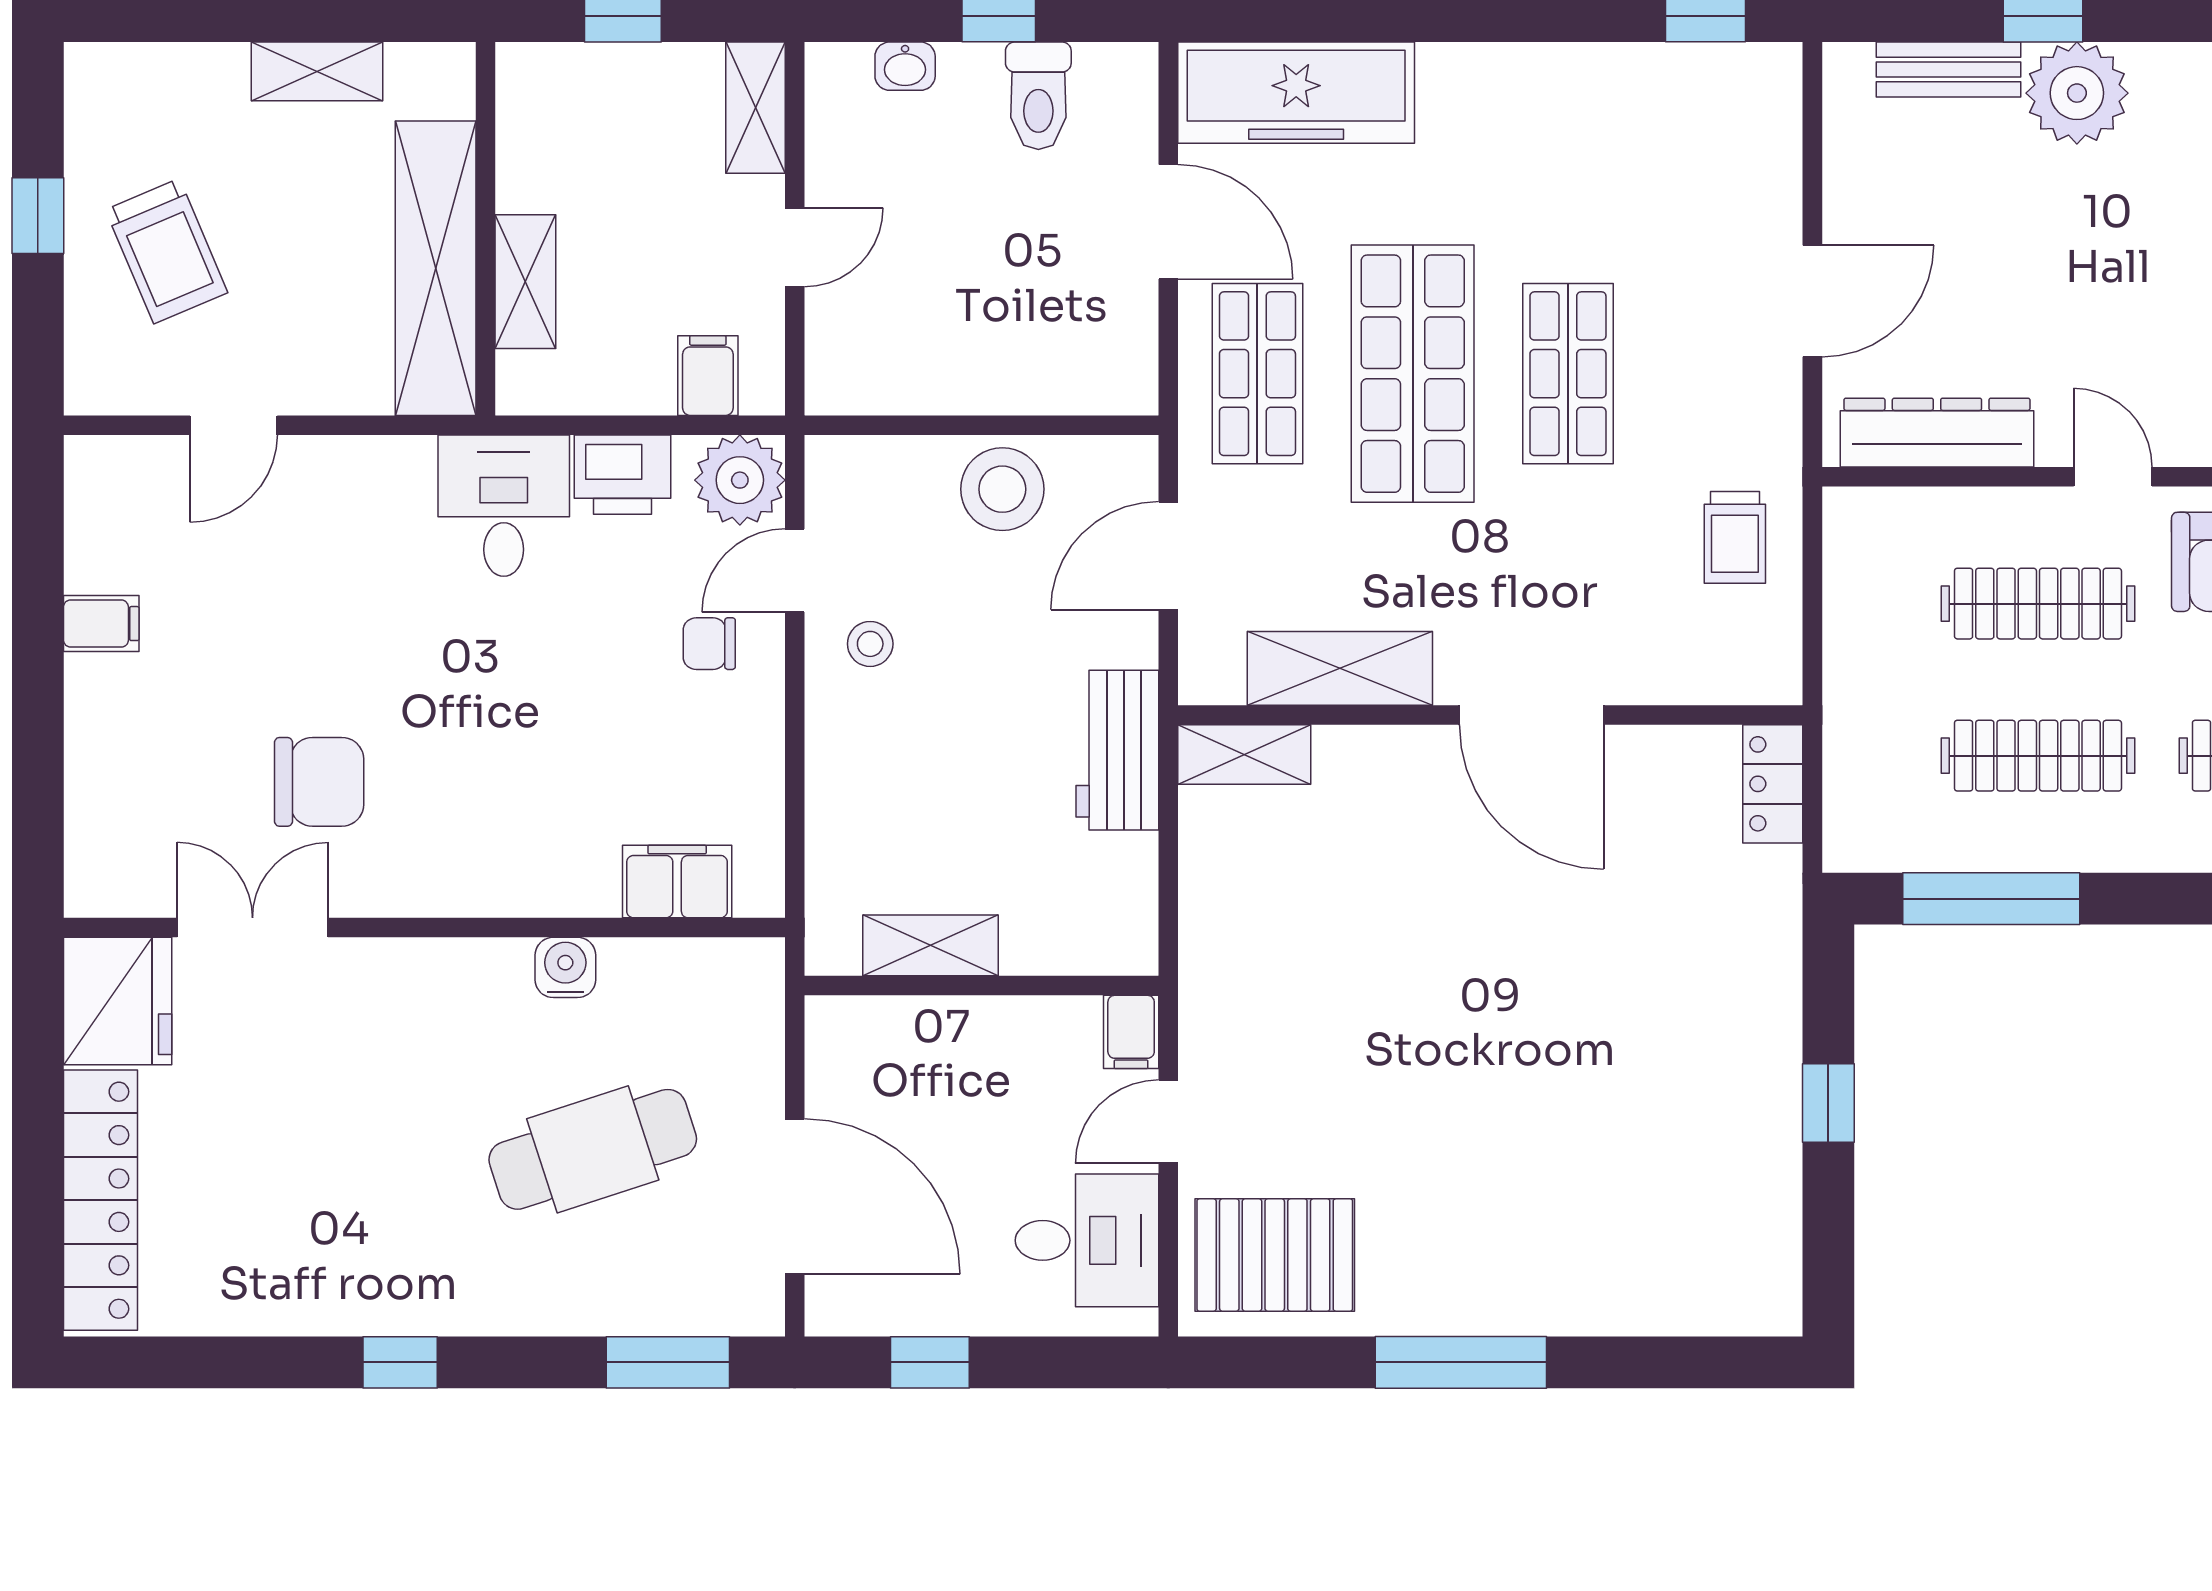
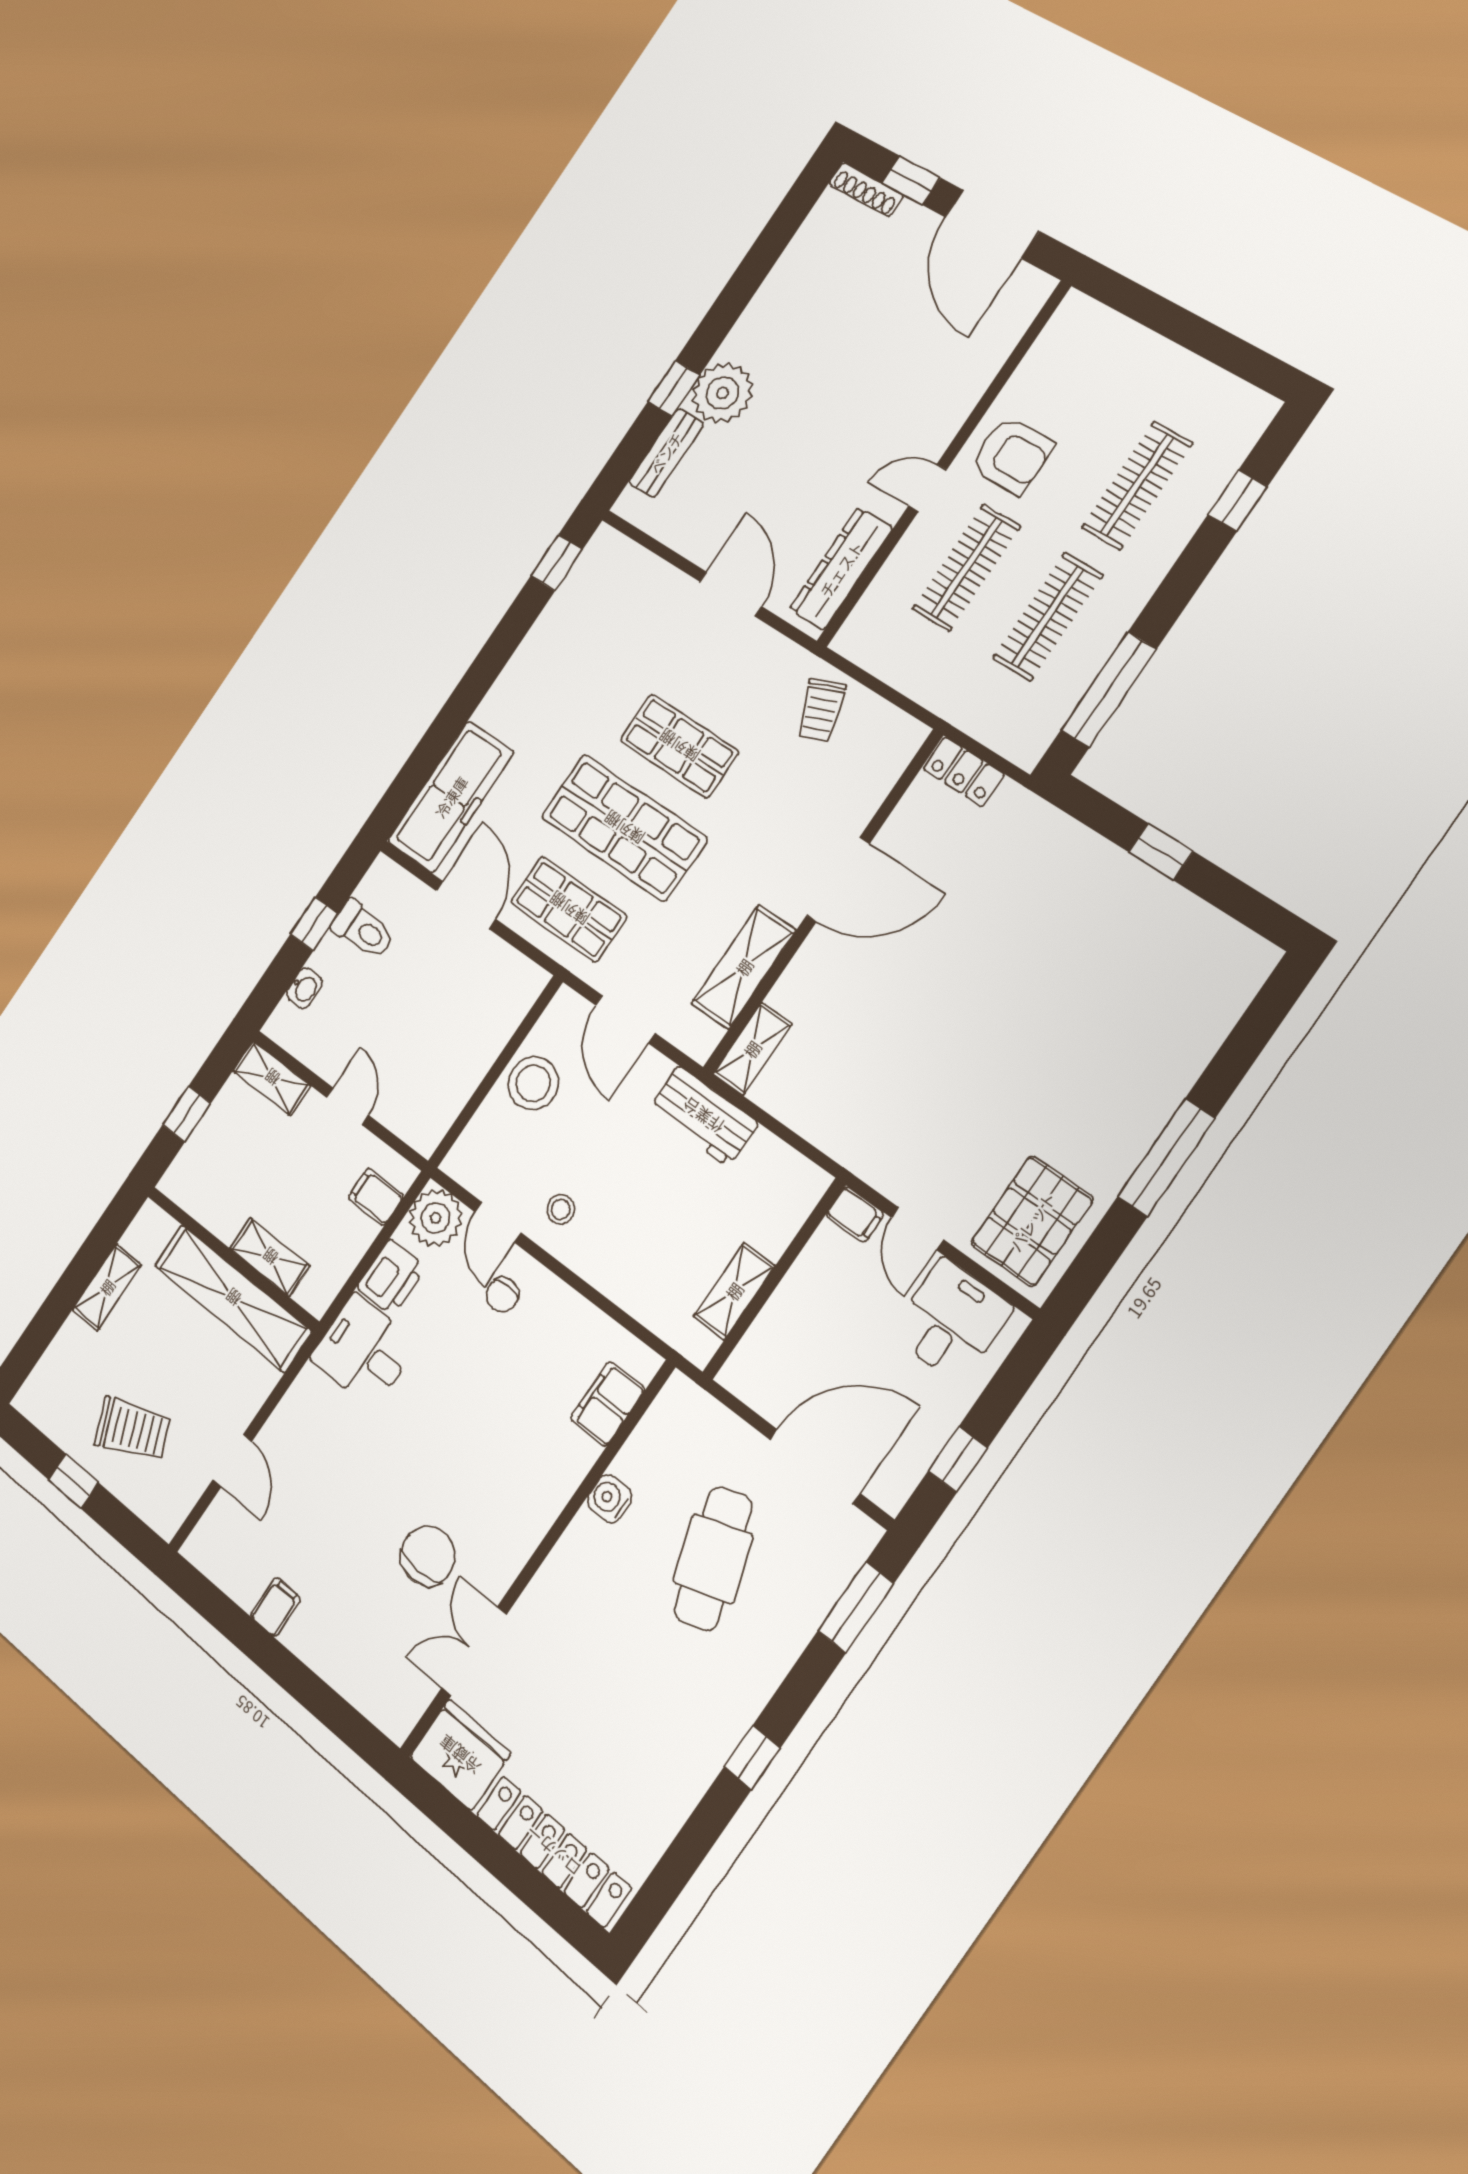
door: (1168, 222) -> (466, 905), hinge flipped
trolley: (1735, 537) -> (821, 710), turned 69

